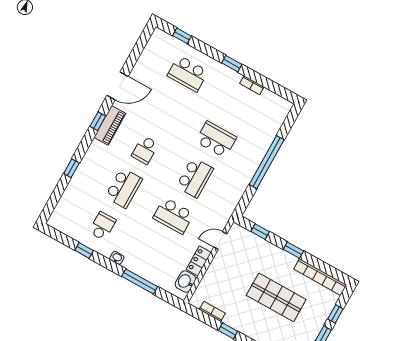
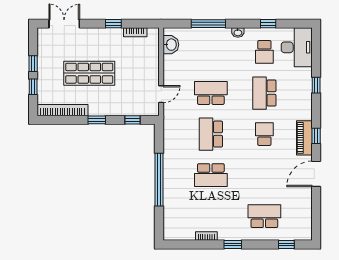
desk: (70, 214) -> (297, 47), added
locker: (199, 261) -> (170, 68), removed

